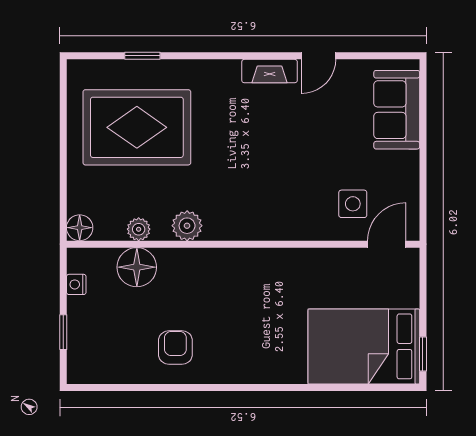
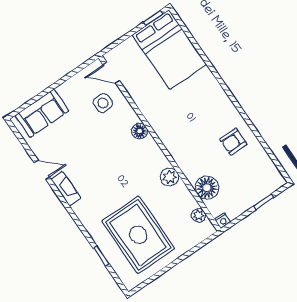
floor lamp: (80, 228) -> (139, 131), moved
plant: (139, 229) -> (198, 215), moved
nightstand: (76, 284) -> (223, 221), moved

